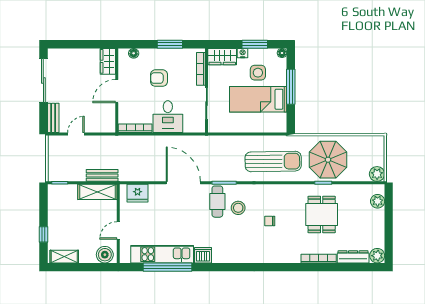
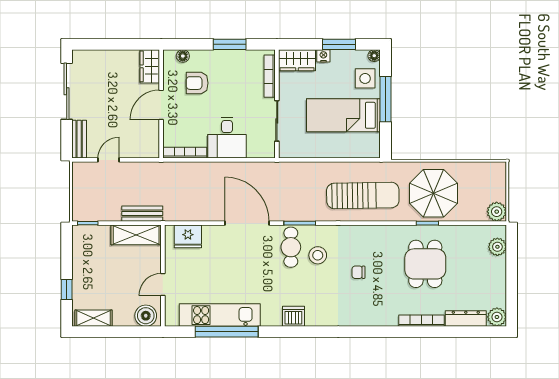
side table: (258, 73) -> (365, 78), moved
armchair: (159, 78) -> (197, 83), moved
dishwasher: (203, 255) -> (293, 316), moved

